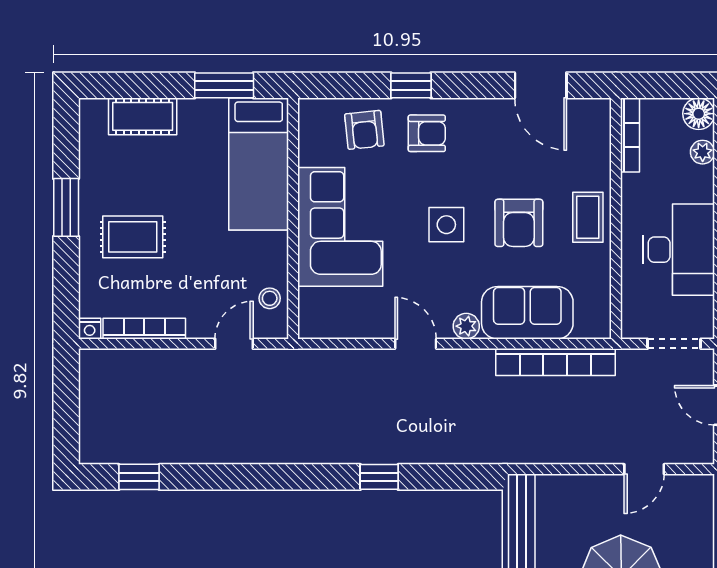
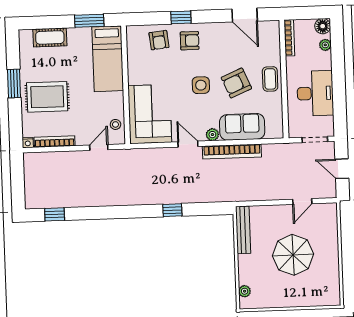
armchair: (519, 223) -> (236, 83), turned 67
corner sofa: (340, 227) -> (150, 114), moved
rug: (133, 237) -> (47, 97), width x1.36, depth x1.43
bookcase: (555, 362) -> (232, 152), moved

